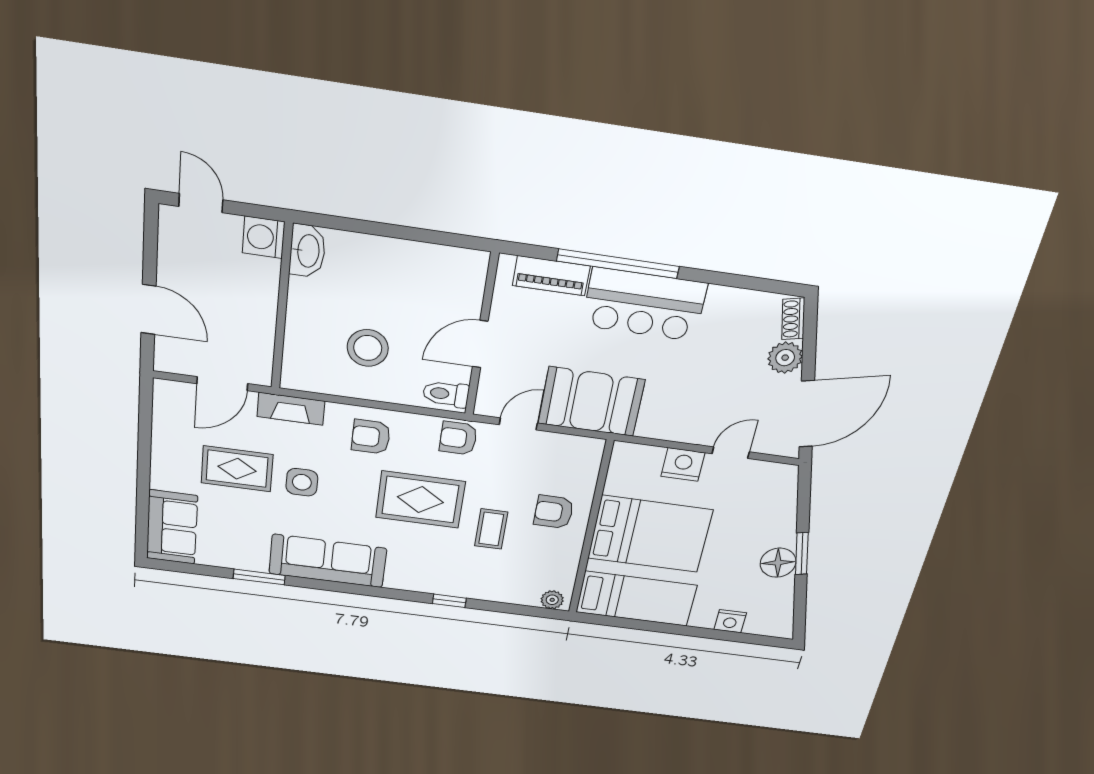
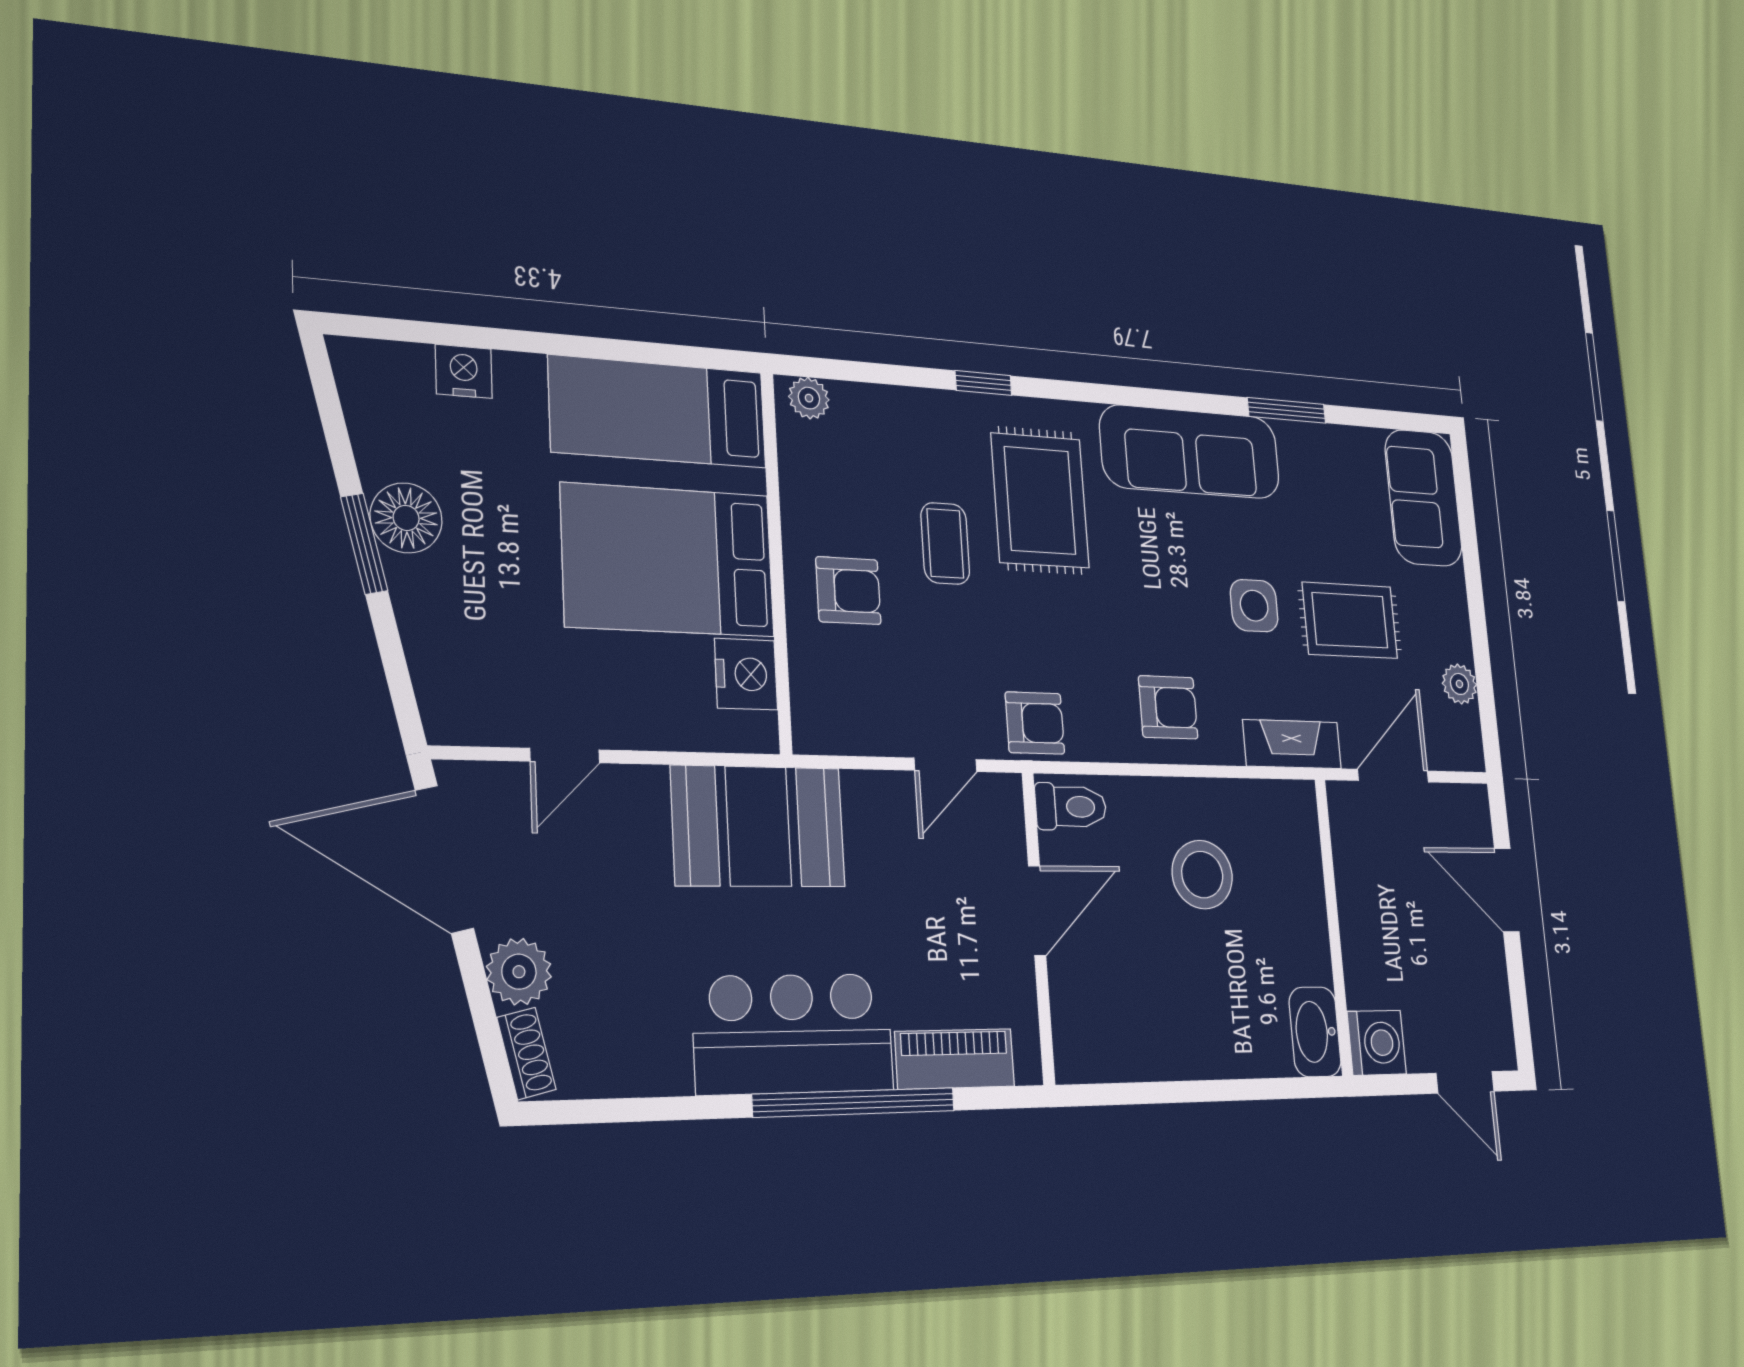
booth: (591, 402) -> (758, 826), moved
door: (807, 414) -> (444, 859), hinge flipped
plant: (164, 428) -> (1459, 684), added
nightstand: (683, 465) -> (746, 674), moved, turned -90
rug: (420, 500) -> (1040, 500), moved, turned 90

